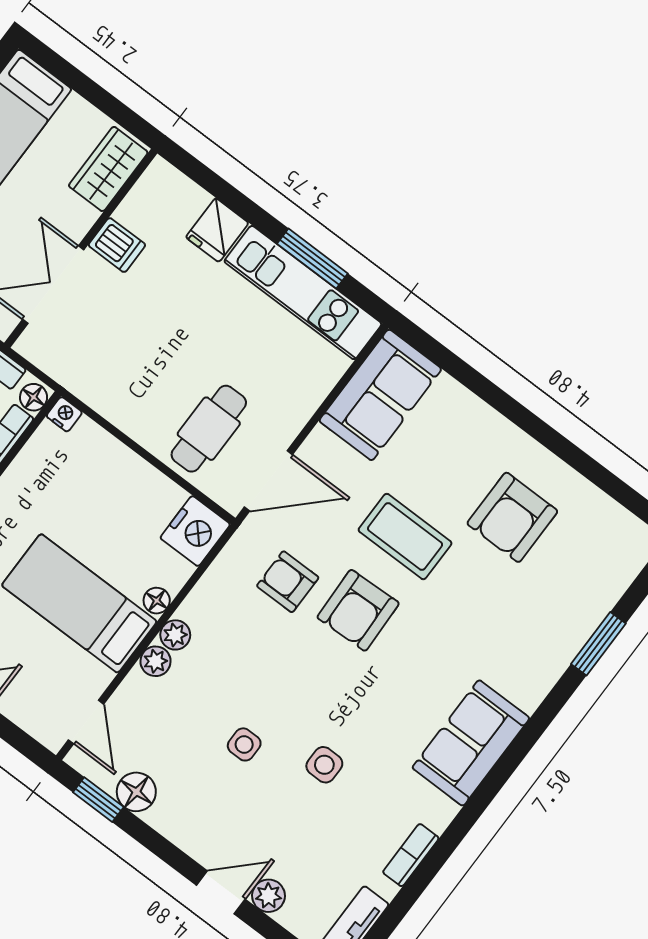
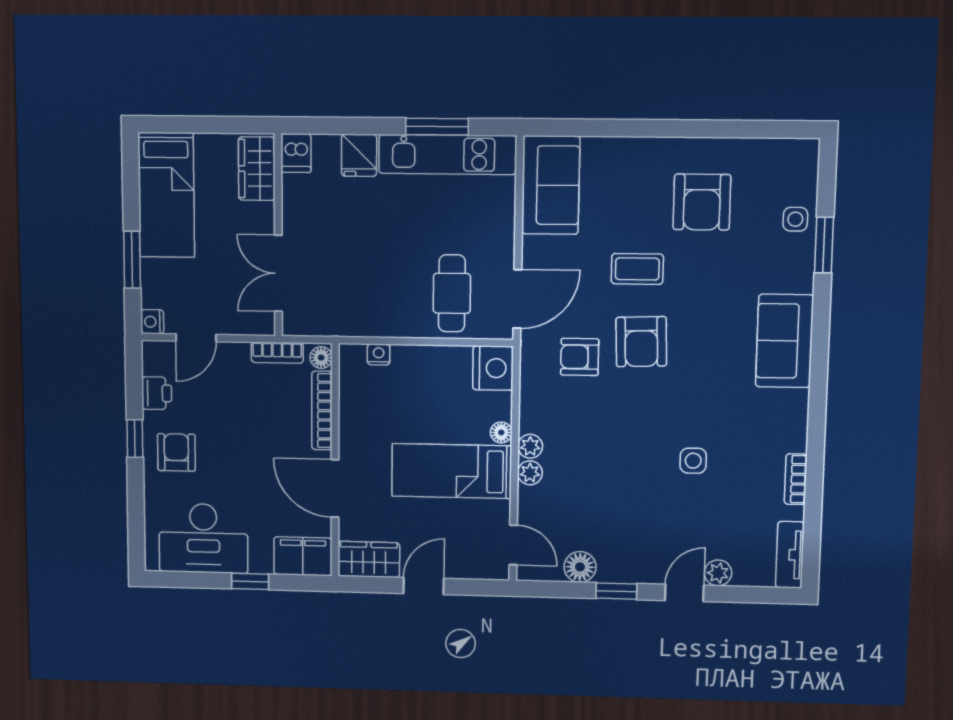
dishwasher: (117, 245) -> (296, 153), moved, turned 90
nightstand: (64, 414) -> (379, 354), moved
coffee table: (405, 537) -> (637, 269), width x0.73, depth x0.77
sofa: (471, 743) -> (784, 341), moved
side table: (244, 744) -> (795, 219), moved
window: (98, 800) -> (616, 591), moved

